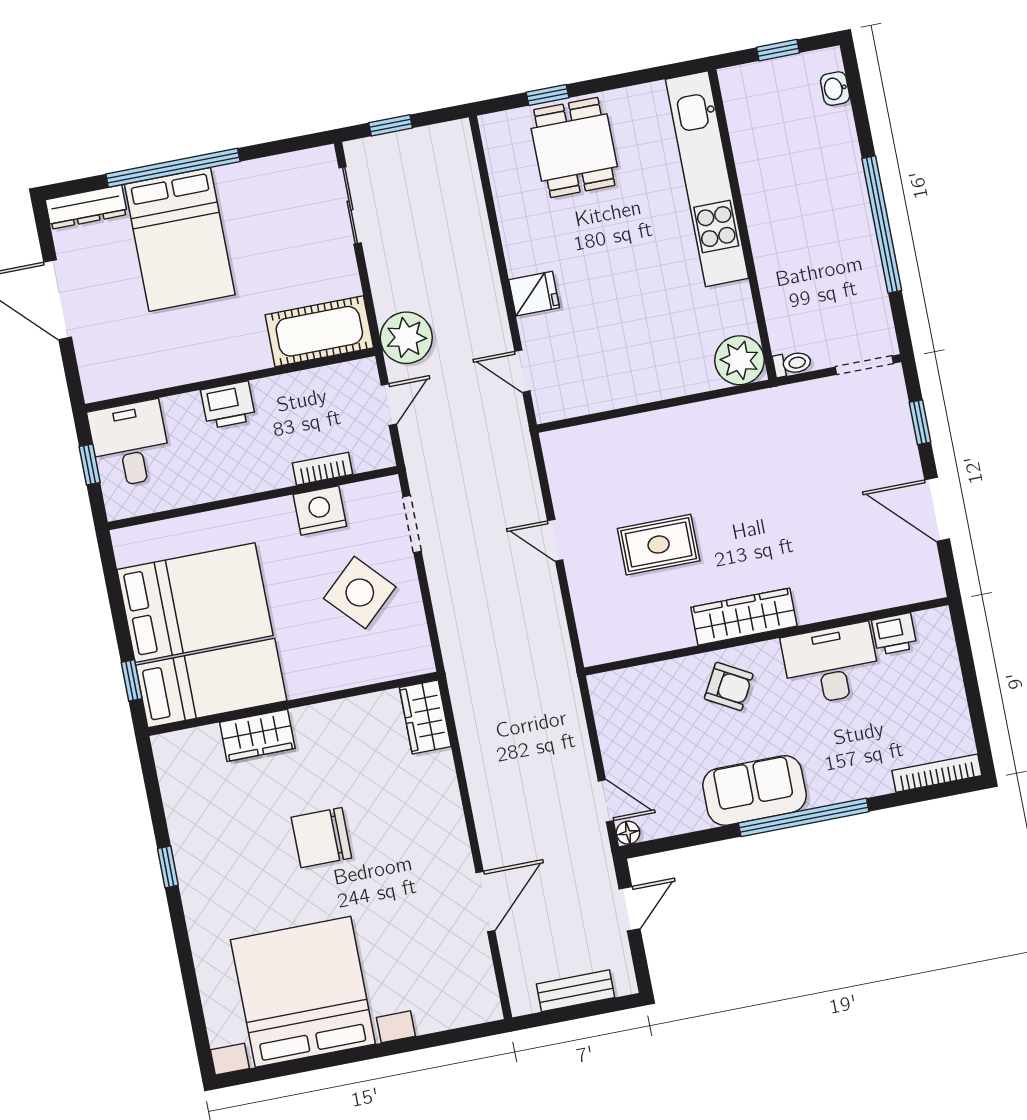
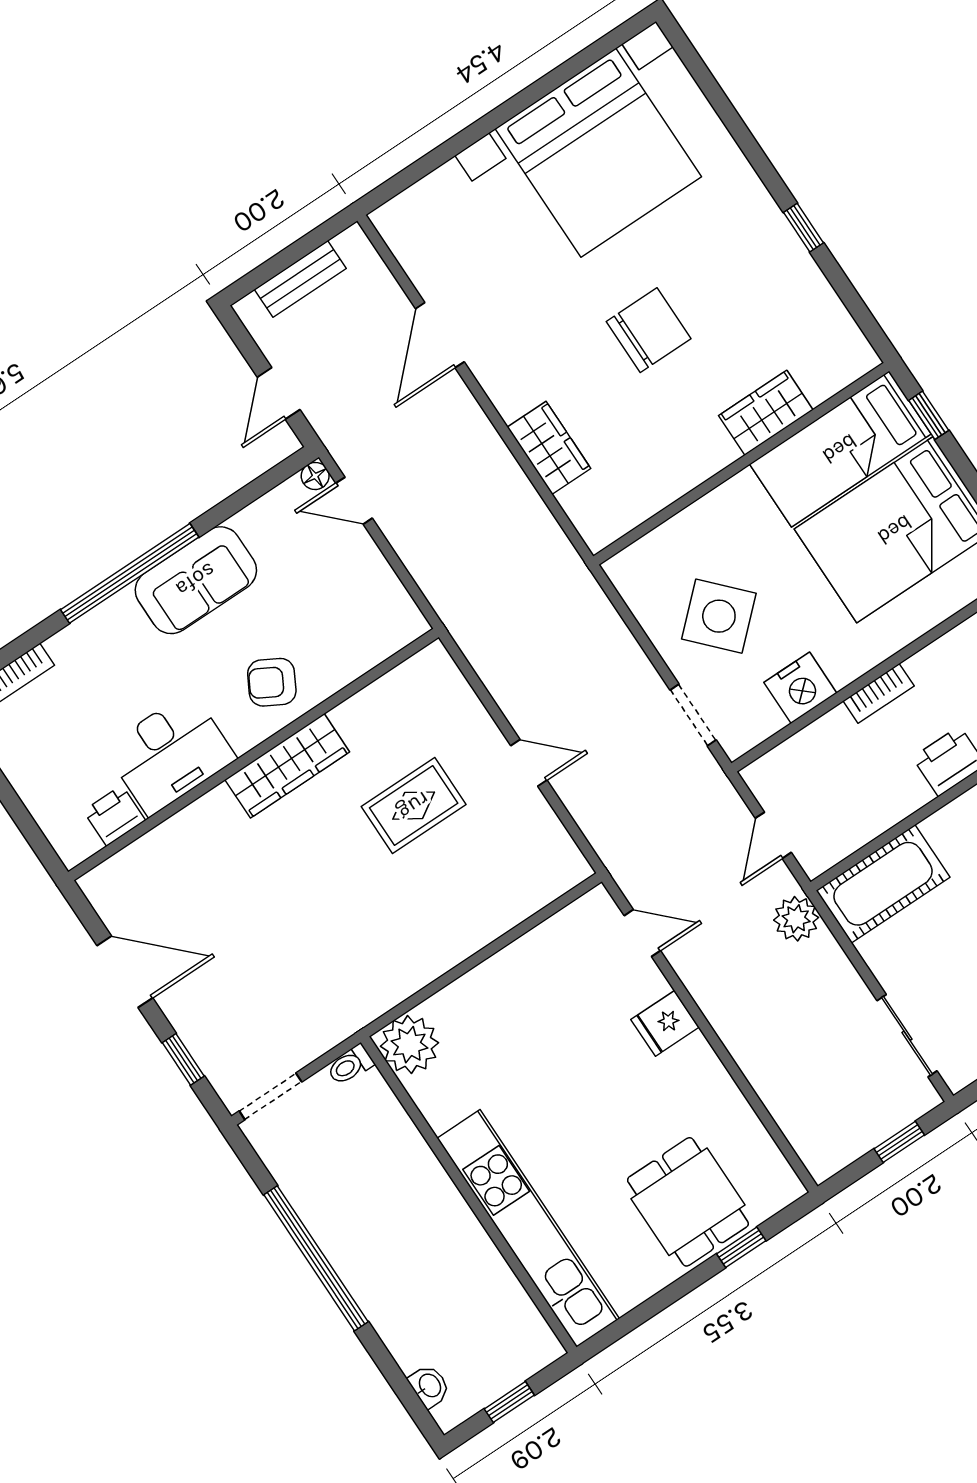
plant: (406, 338) -> (796, 919), width x0.73, depth x0.73
bookcase: (323, 469) -> (879, 693), moved
wardrobe: (425, 717) -> (549, 448), moved

